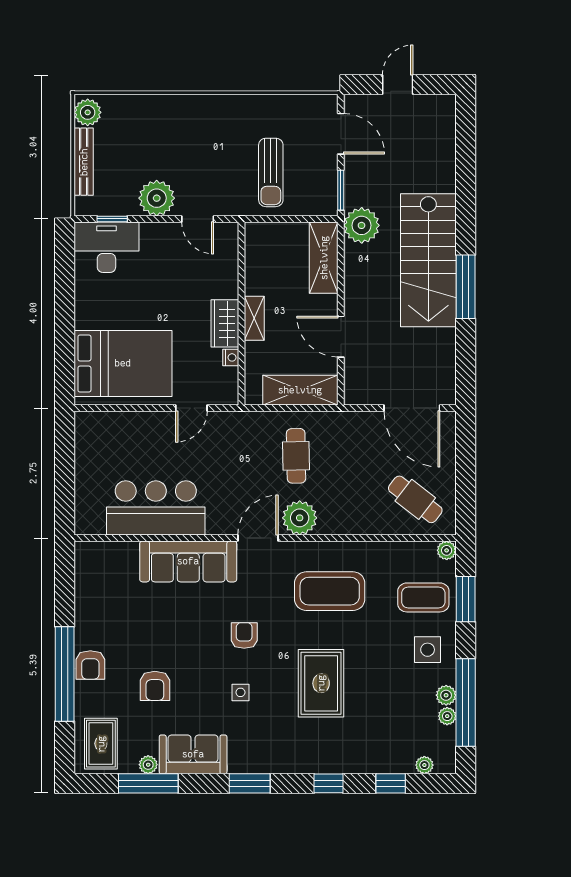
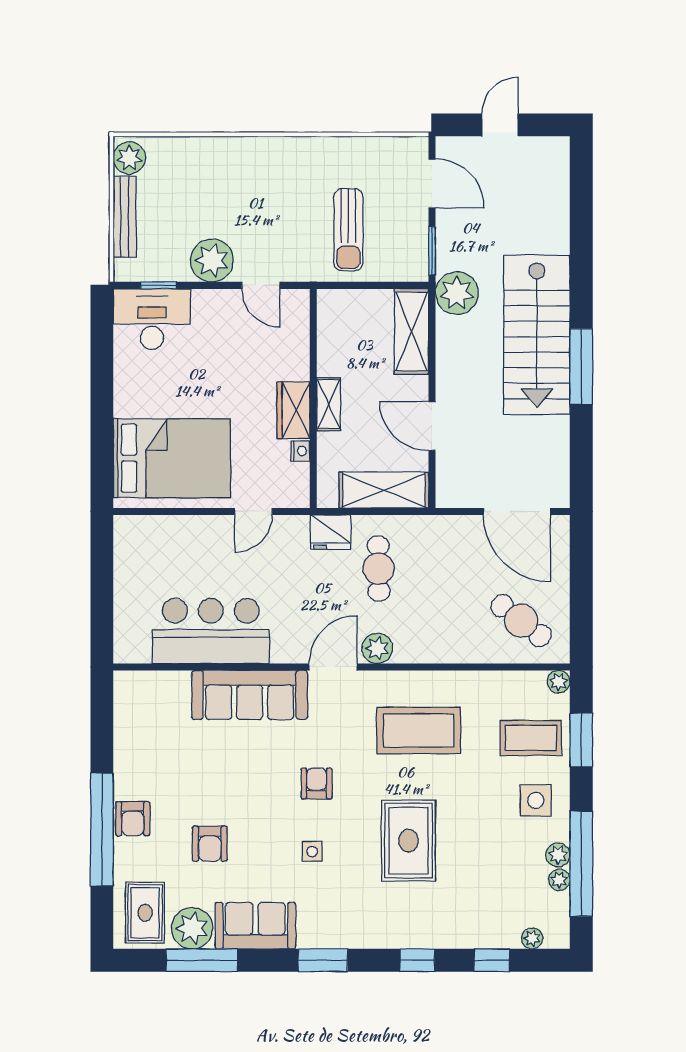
fridge: (256, 425) -> (331, 532), added
plant: (300, 518) -> (377, 648), width x0.73, depth x0.73
plant: (148, 765) -> (192, 928), width x1.88, depth x1.88

